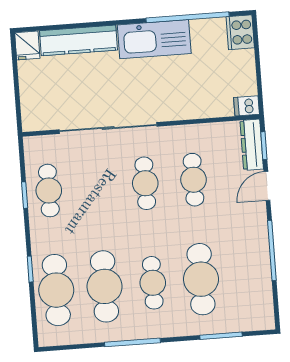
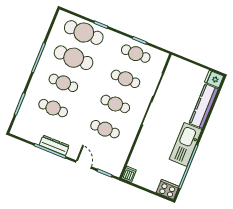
dresser: (252, 145) -> (54, 145), moved
cafe table: (97, 187) -> (125, 79), added
cafe table: (201, 279) -> (53, 108), width x0.73, depth x0.74

